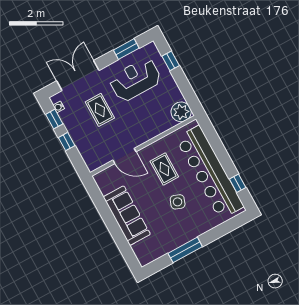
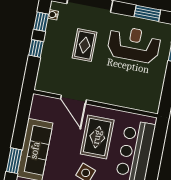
plant: (181, 112) -> (150, 102), removed
rug: (164, 169) -> (97, 137), width x1.36, depth x1.43
window: (118, 236) -> (14, 161), added

